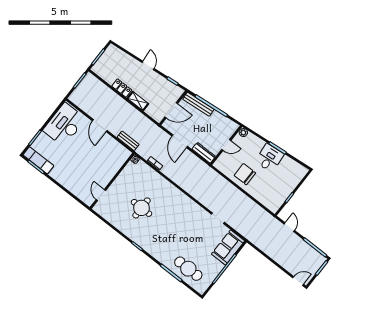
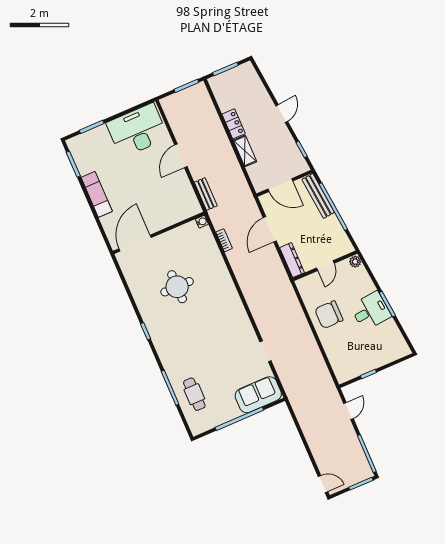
door: (226, 145) -> (325, 266), hinge flipped
exam couch: (38, 160) -> (97, 194), moved
chair: (245, 174) -> (329, 315), turned -90
door: (101, 195) -> (135, 243), width x1.87
cafe table: (188, 269) -> (194, 394), width x0.73, depth x0.74

